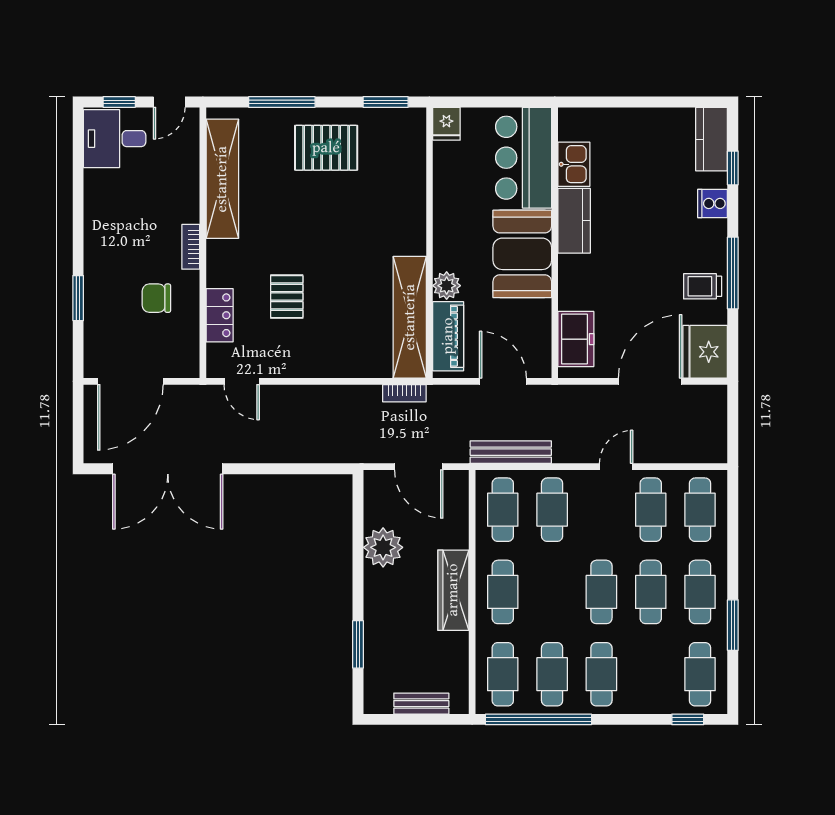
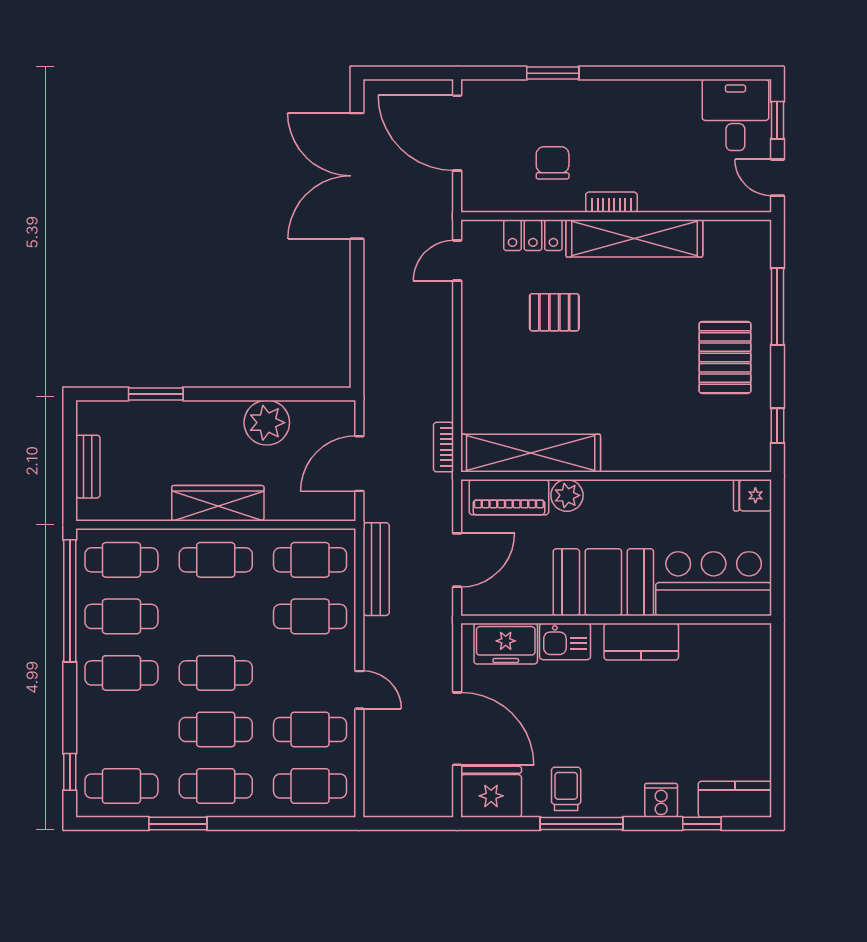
window: (386, 102) -> (777, 426), width x0.67
kitchen sink: (574, 164) -> (565, 641), moved
shelving: (222, 179) -> (634, 238), moved

